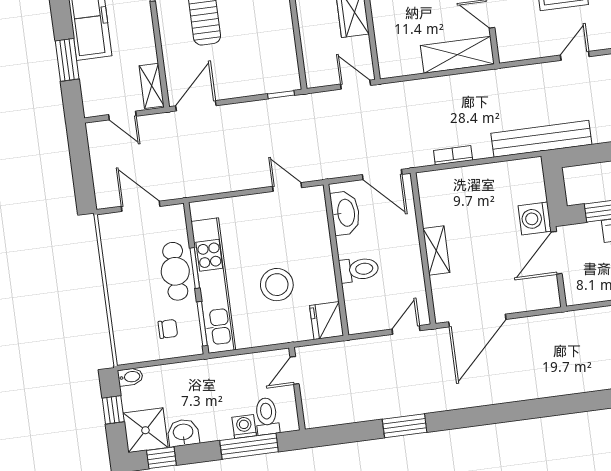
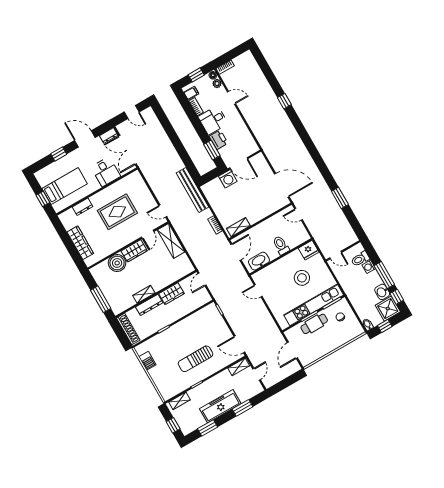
door: (575, 56) -> (163, 211), moved
door: (287, 187) -> (258, 291), hinge flipped
shelving: (436, 251) -> (238, 227), moved
window: (249, 446) -> (384, 275), moved

